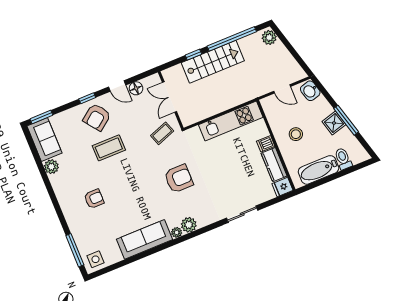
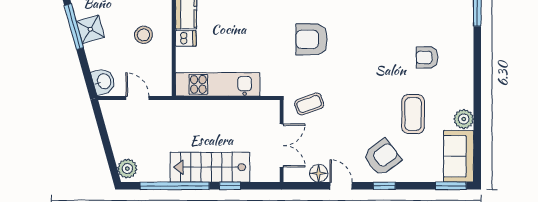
coffee table: (109, 148) -> (413, 114), moved, turned 90

